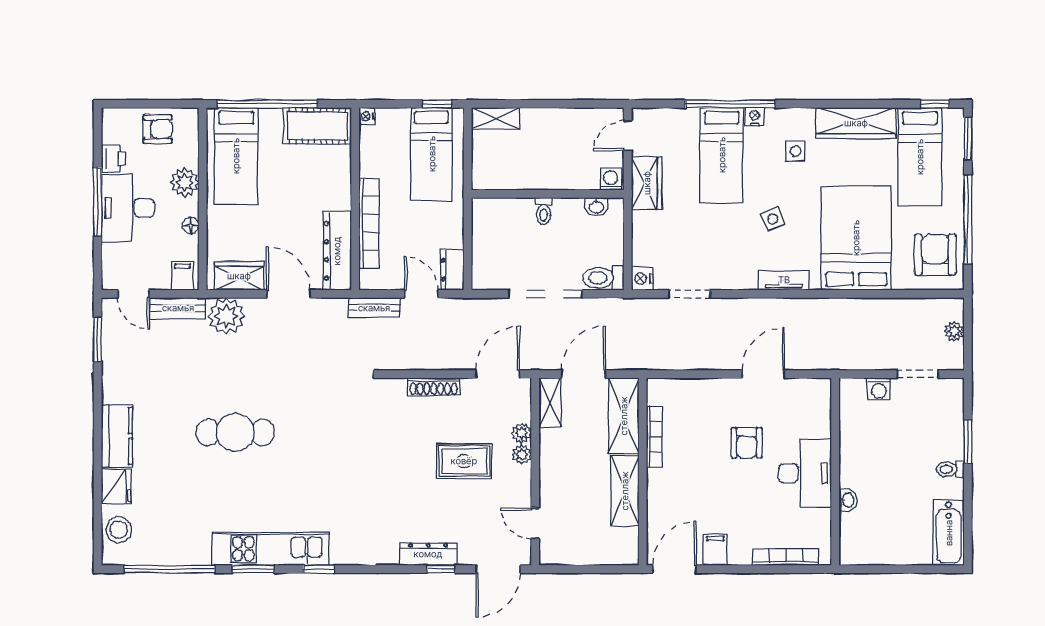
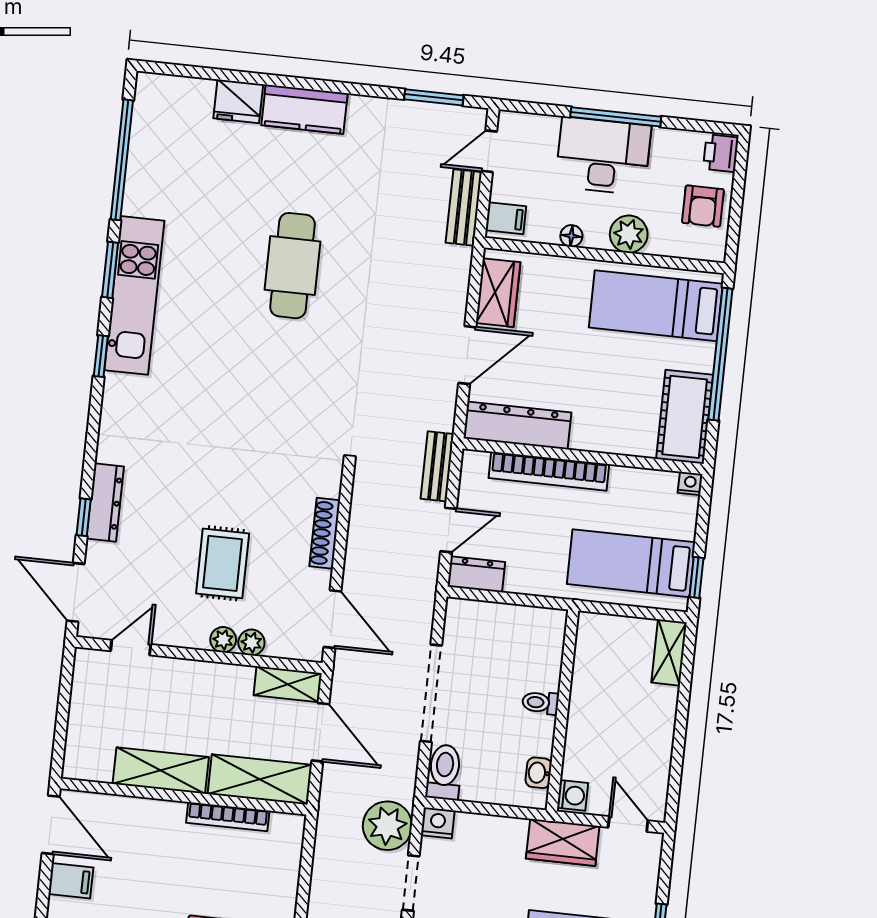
printer: (113, 159) -> (721, 153), moved, turned 90
plant: (226, 316) -> (387, 826), moved
stool: (119, 530) -> (181, 98), removed

